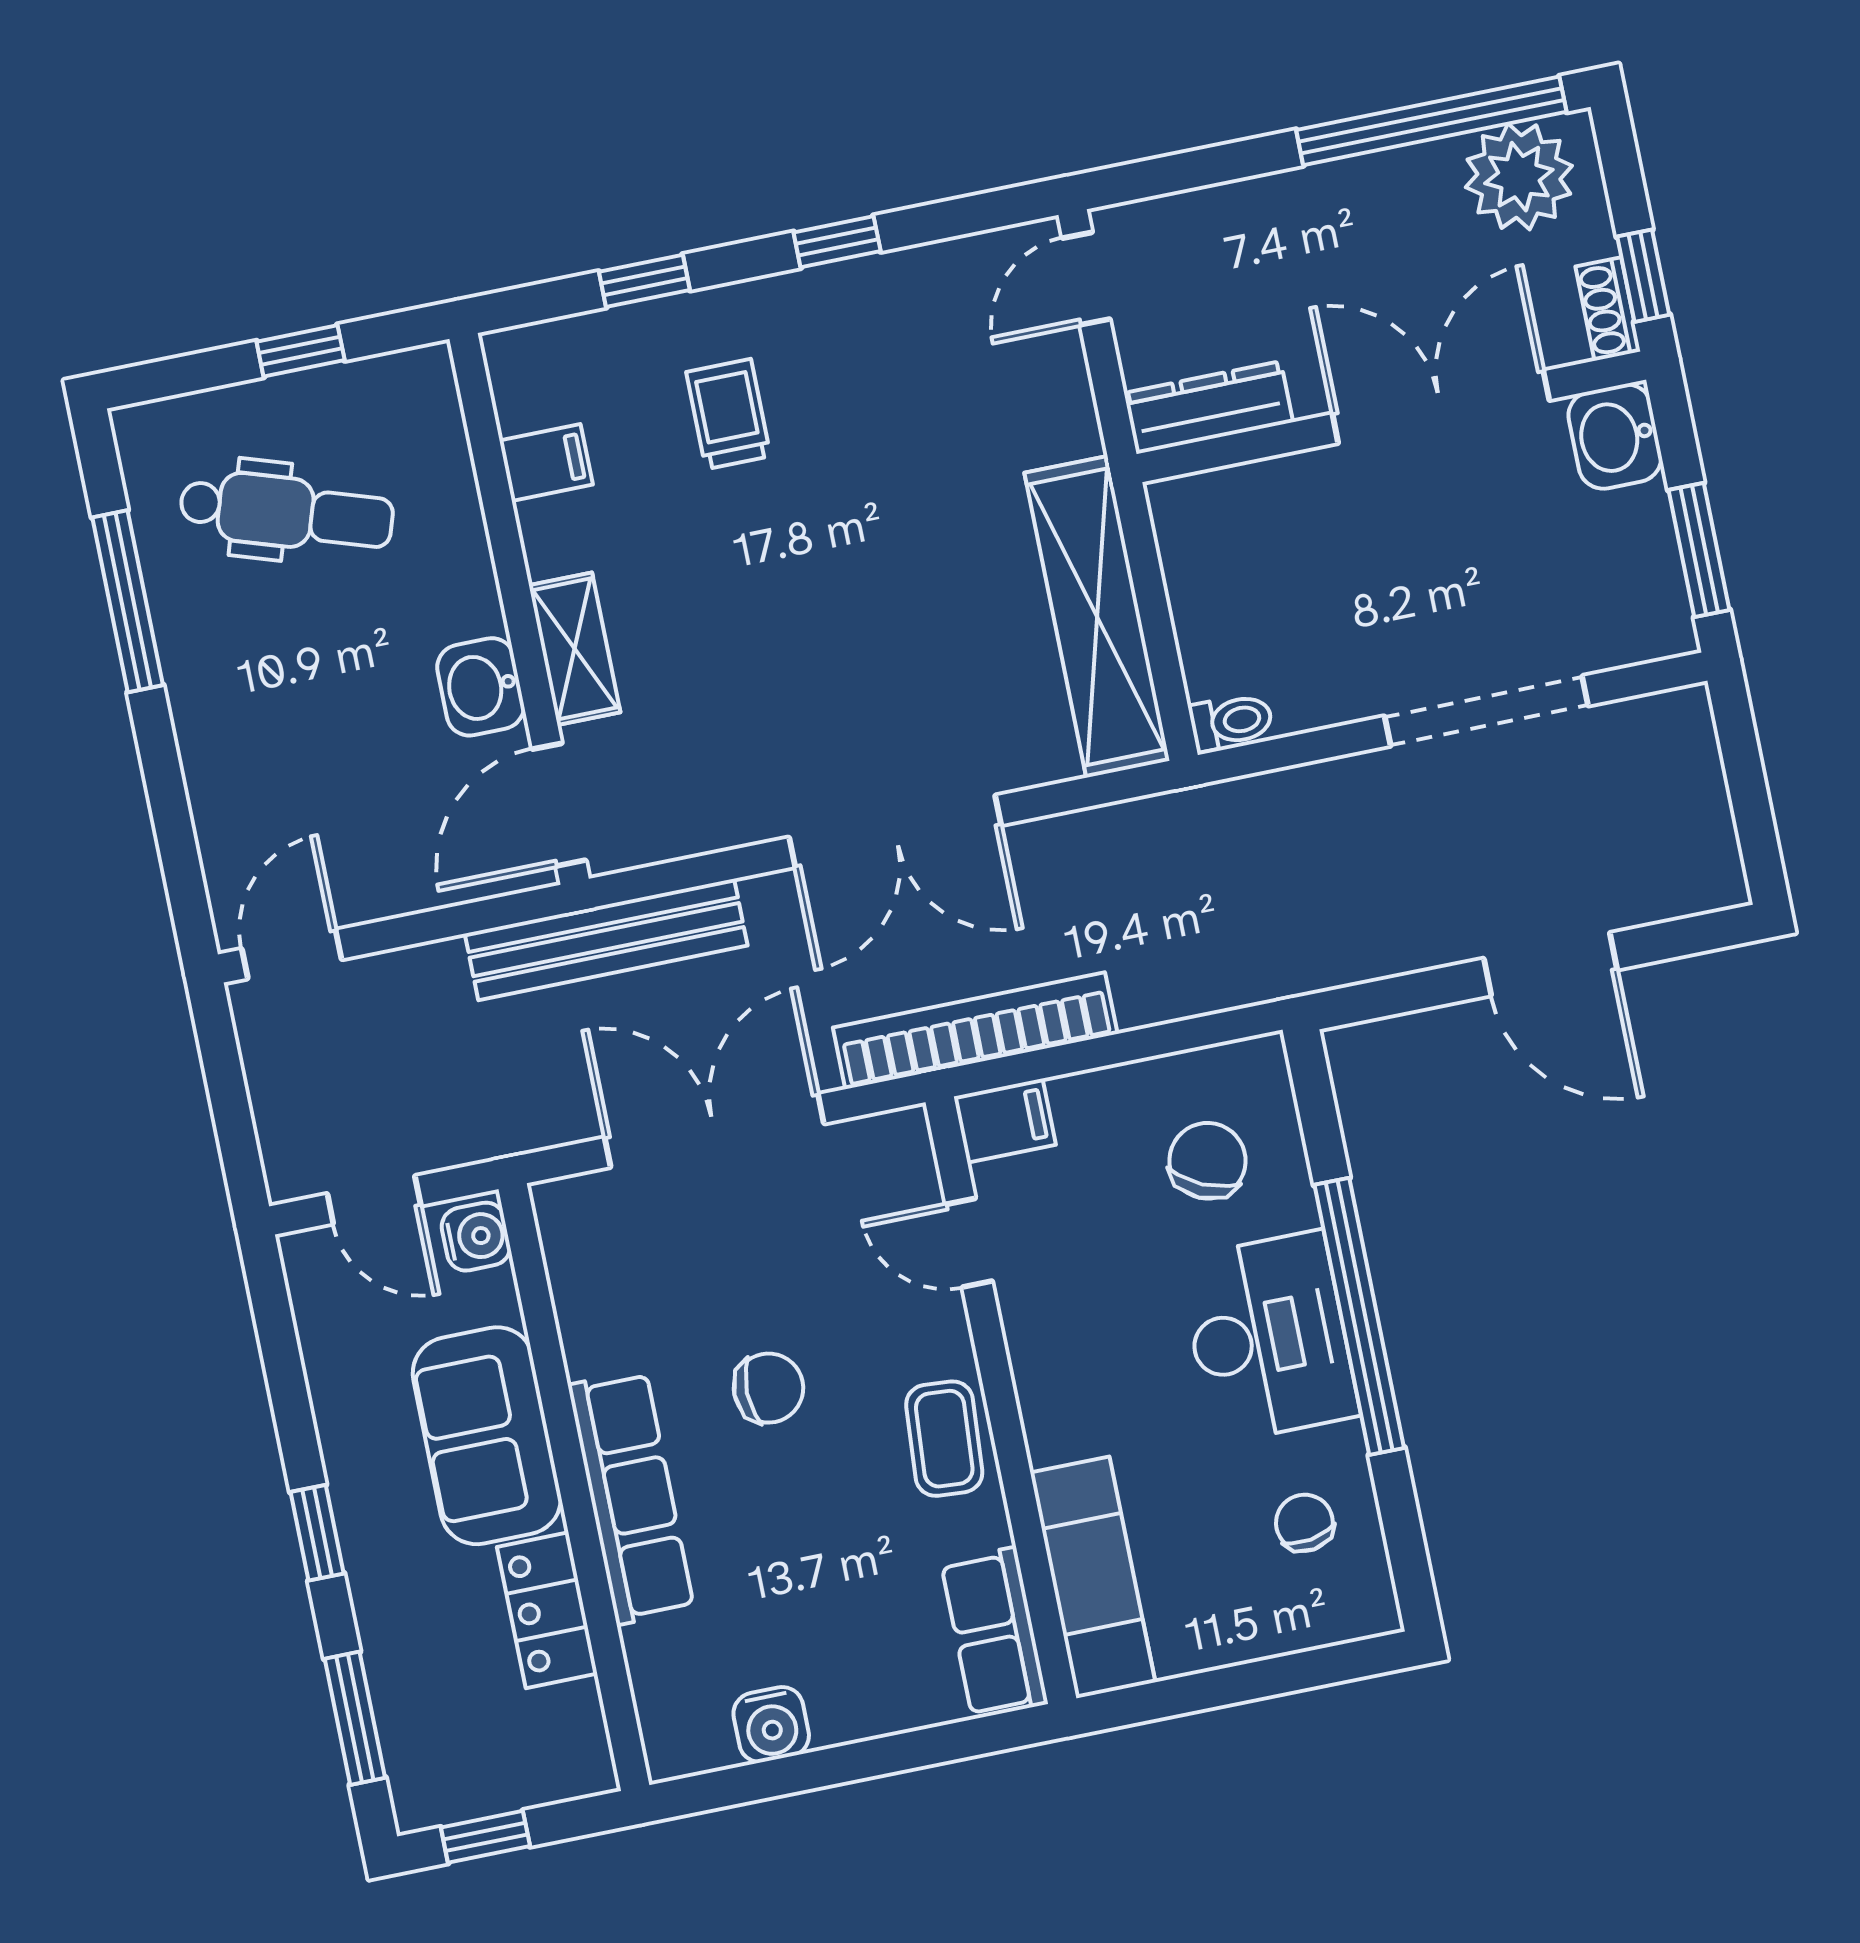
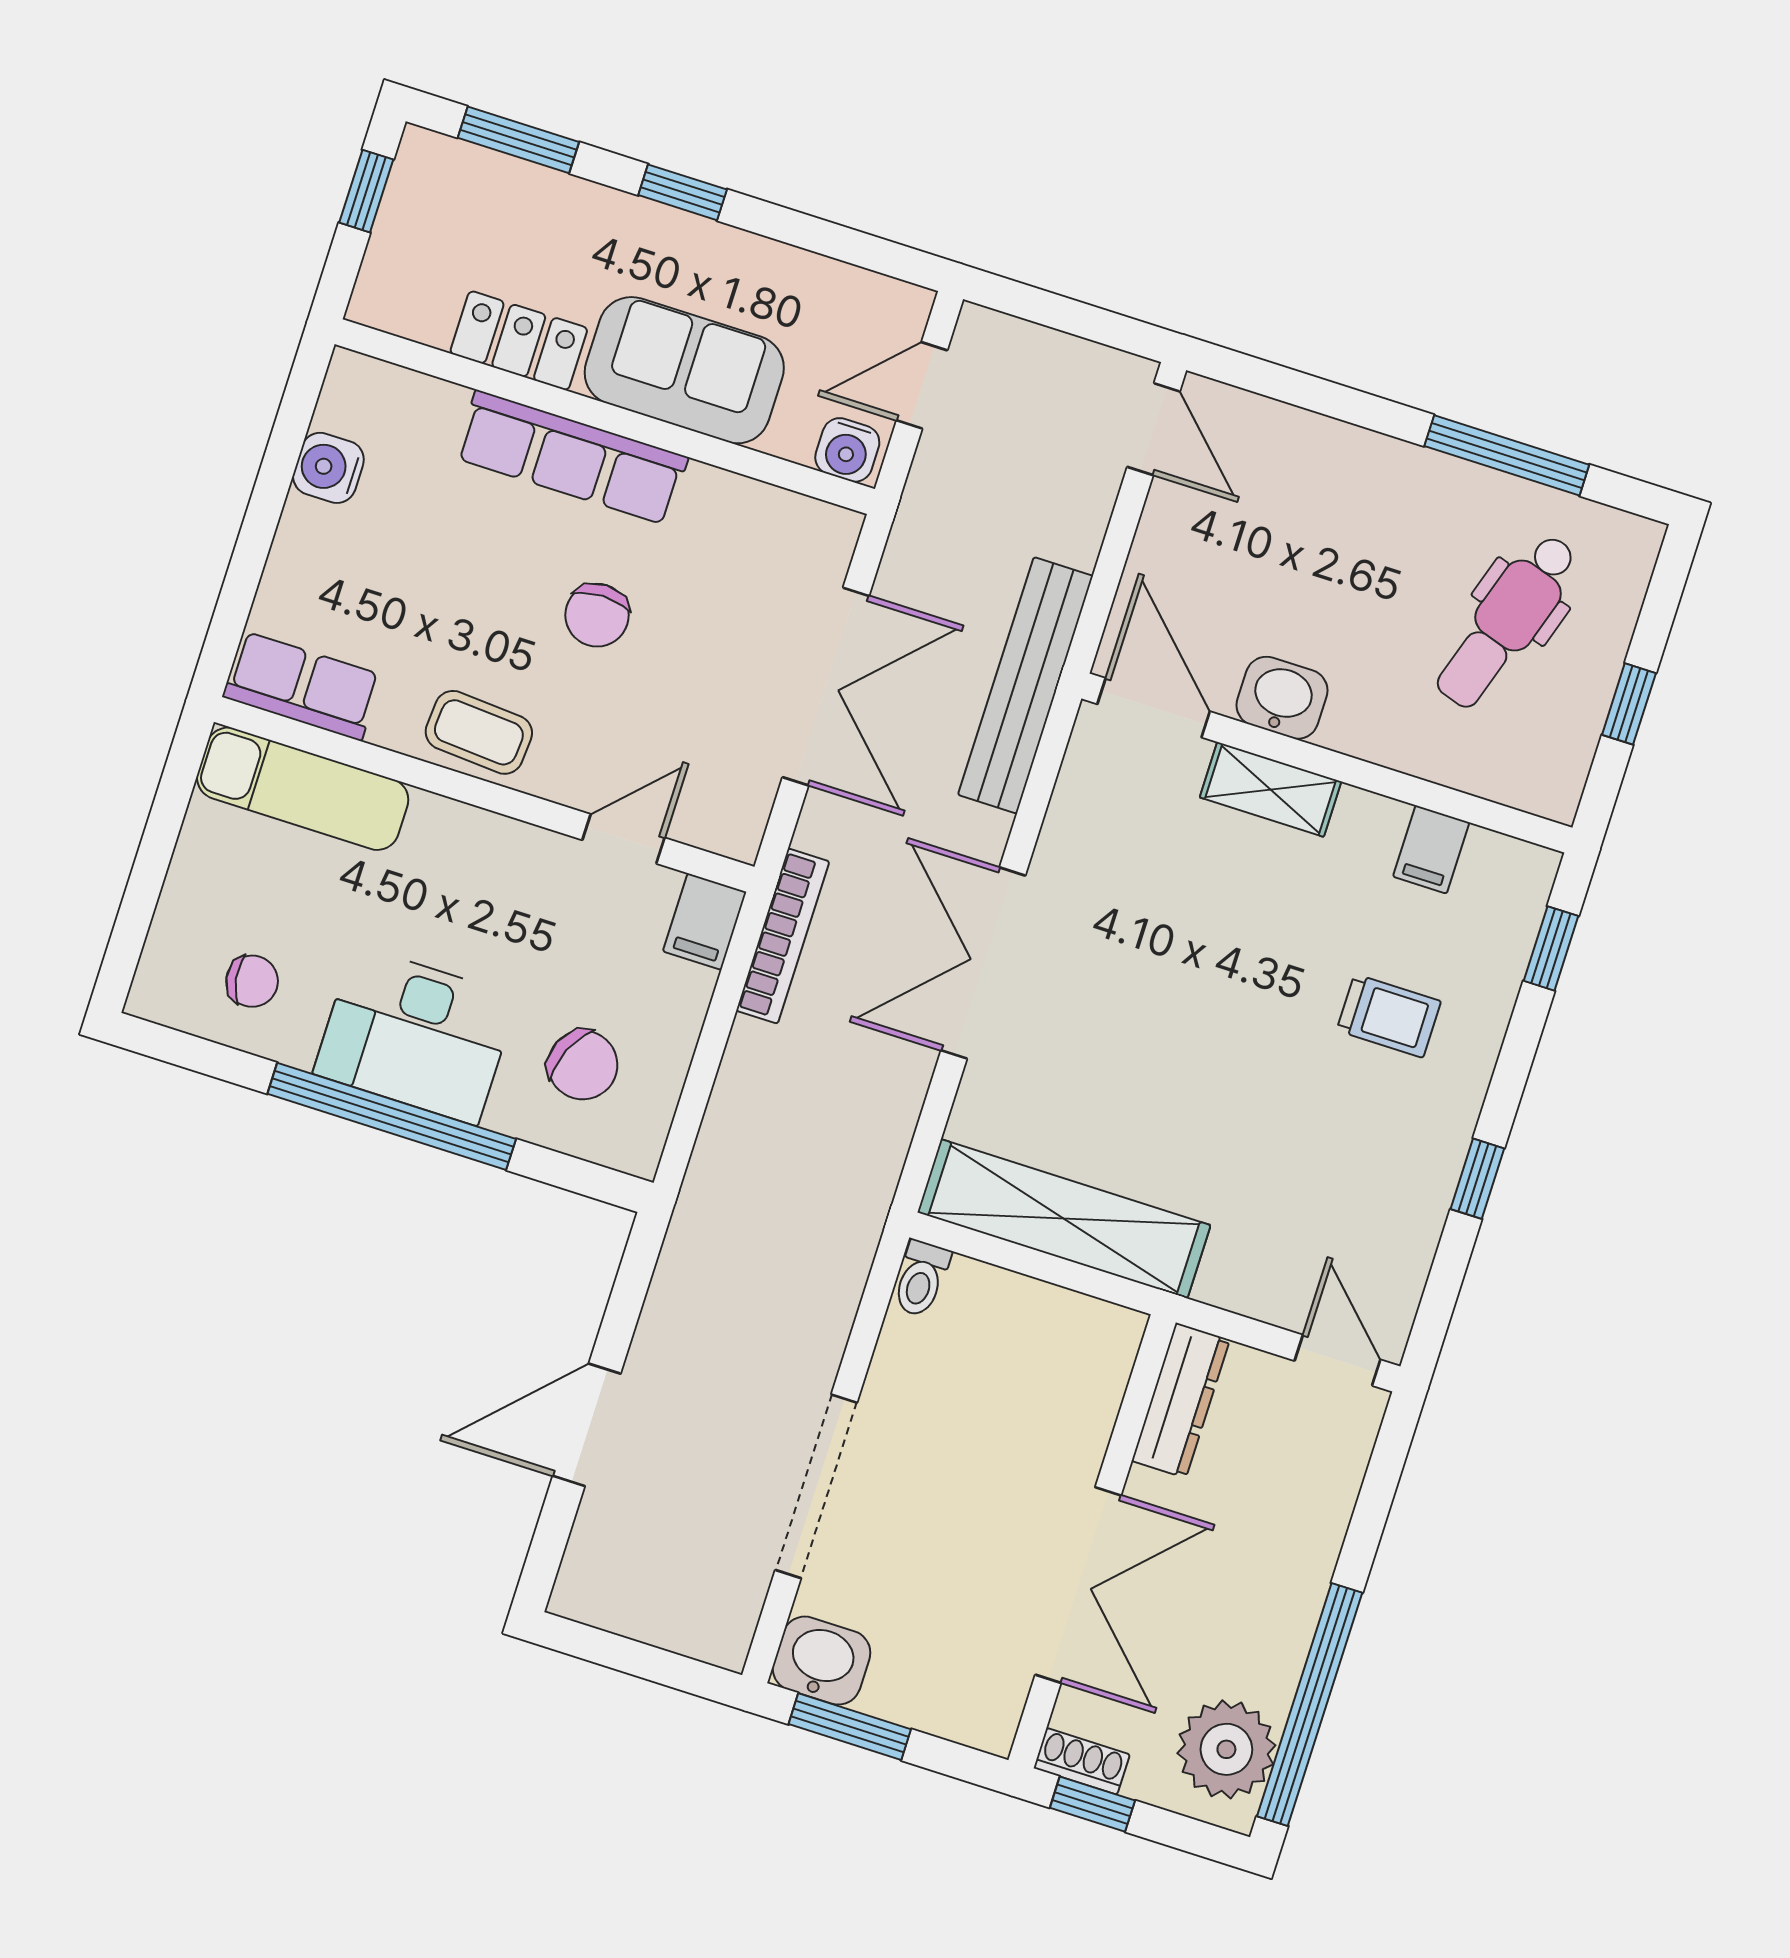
window: (644, 281) -> (1551, 948), moved
washbasin: (1615, 436) -> (822, 1661), moved
bookcase: (975, 1031) -> (783, 936), width x0.68, depth x0.76

